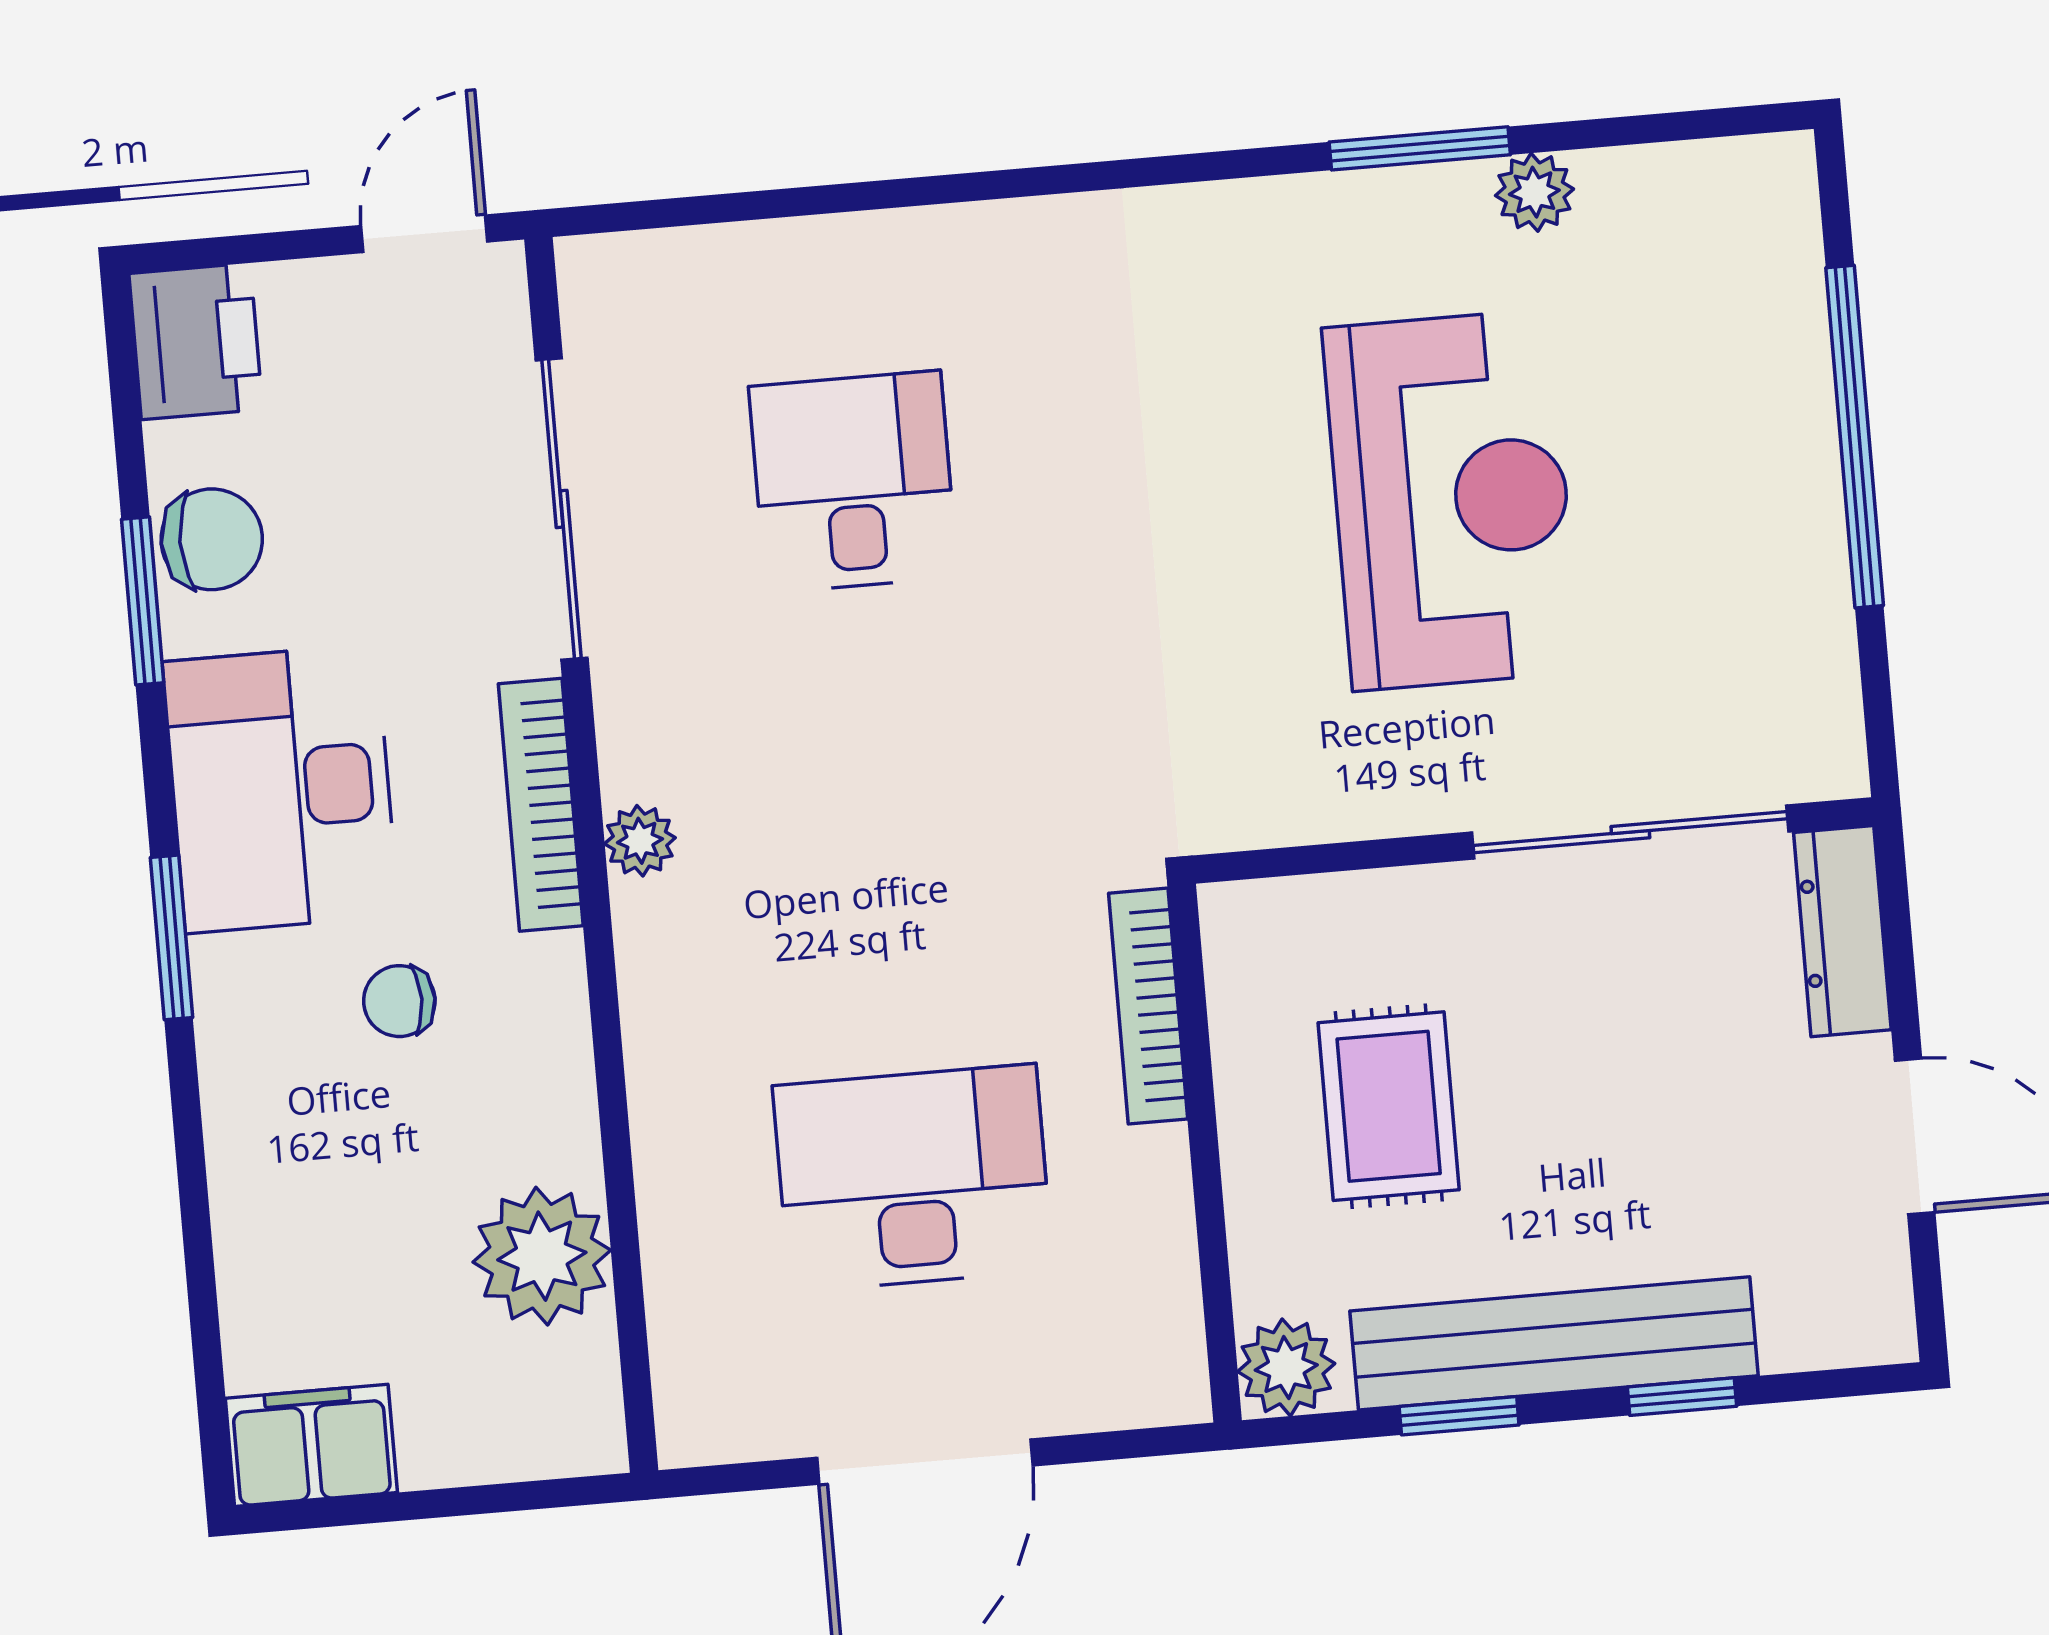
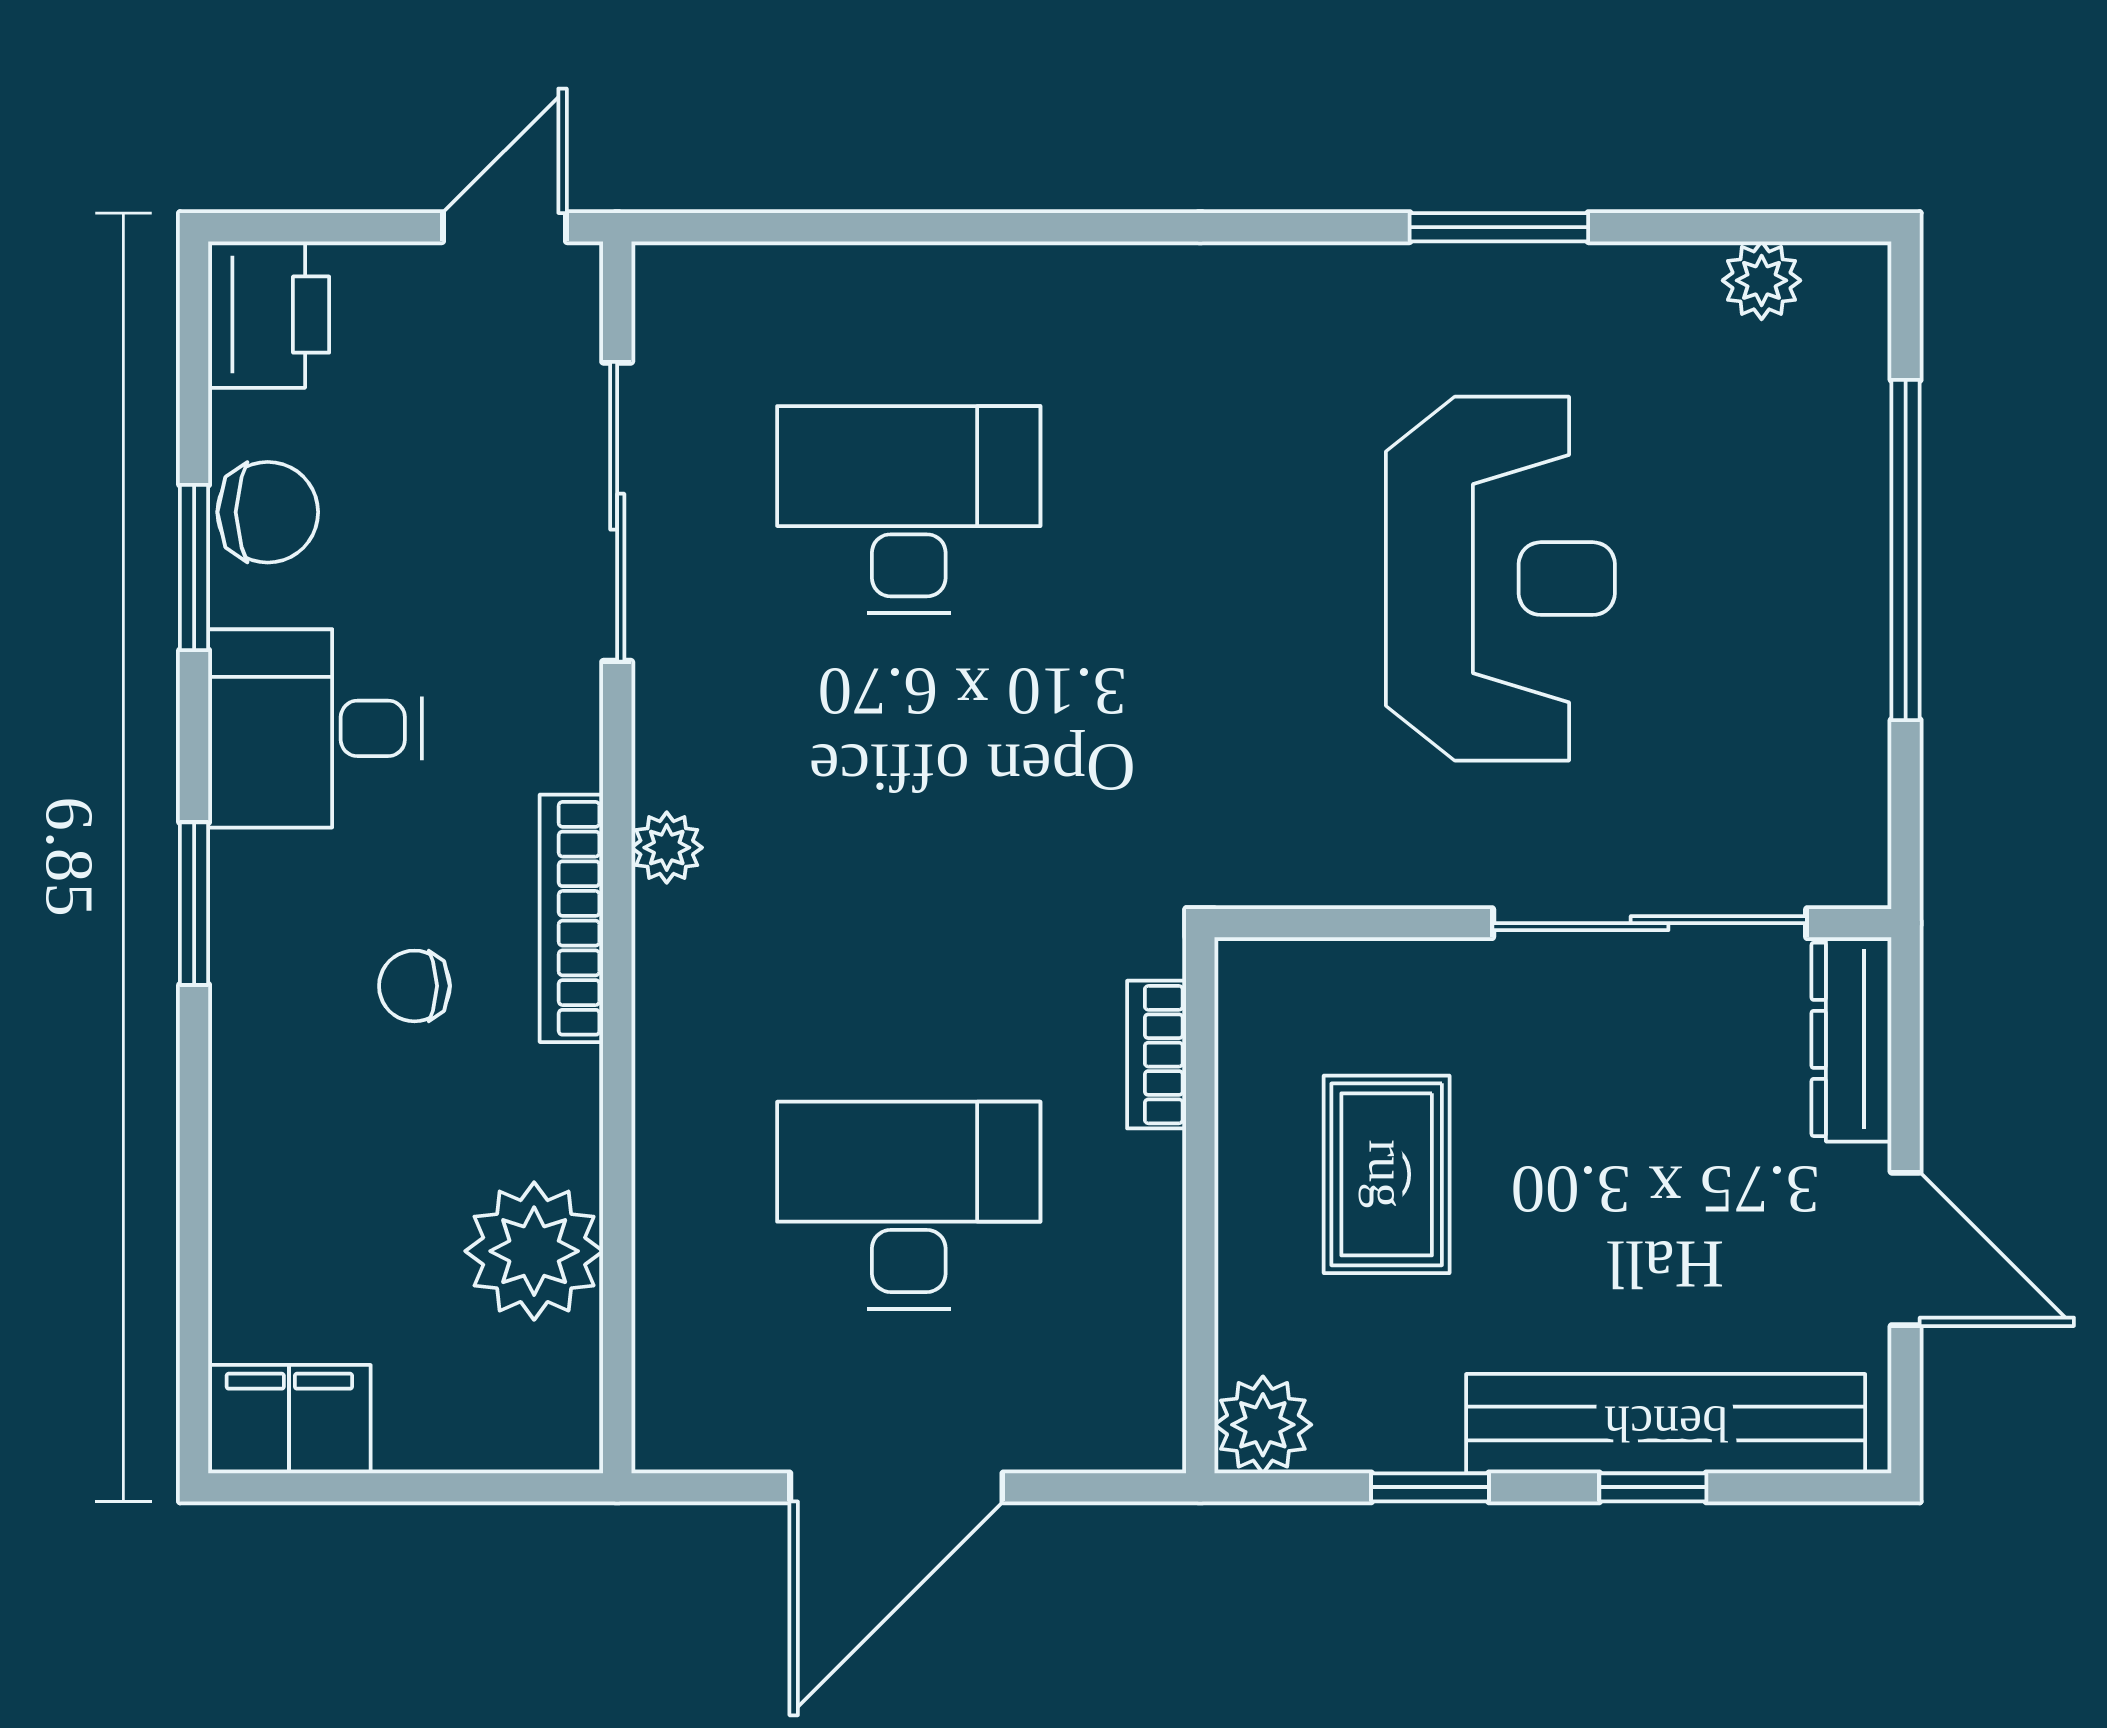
plant: (1534, 192) -> (1762, 280), moved
desk: (853, 482) -> (909, 509), width x1.37
desk: (281, 789) -> (315, 728), width x0.73
bookcase: (541, 805) -> (571, 918), moved
bookcase: (1148, 1006) -> (1157, 1055), width x0.64
bench: (1554, 1343) -> (1666, 1424), moved

